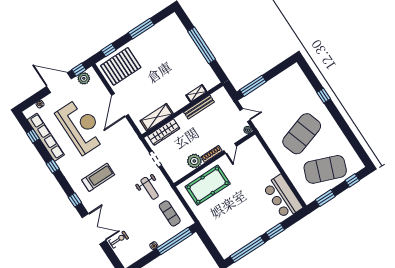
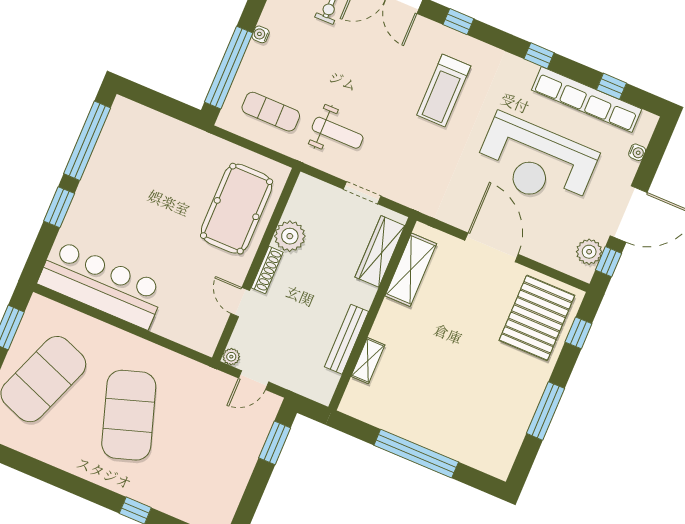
window: (253, 86) -> (275, 443), width x0.69
weight bench: (150, 188) -> (338, 133), turned 180
bar counter: (283, 197) -> (102, 284), width x1.36

